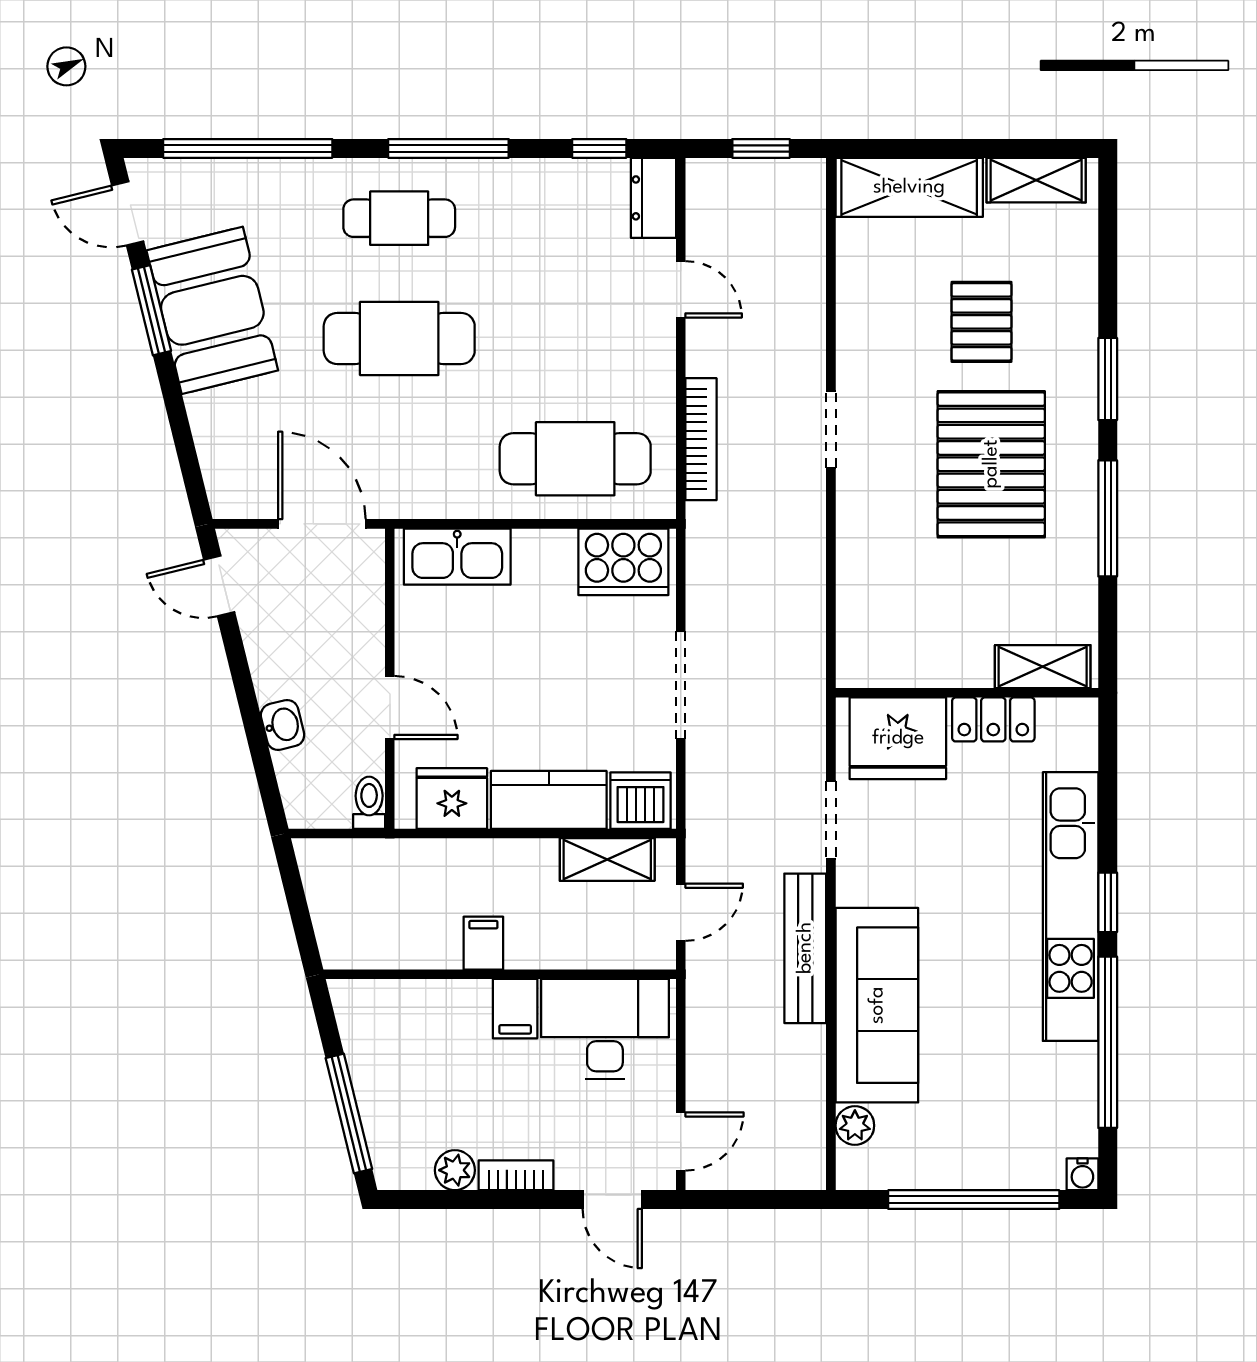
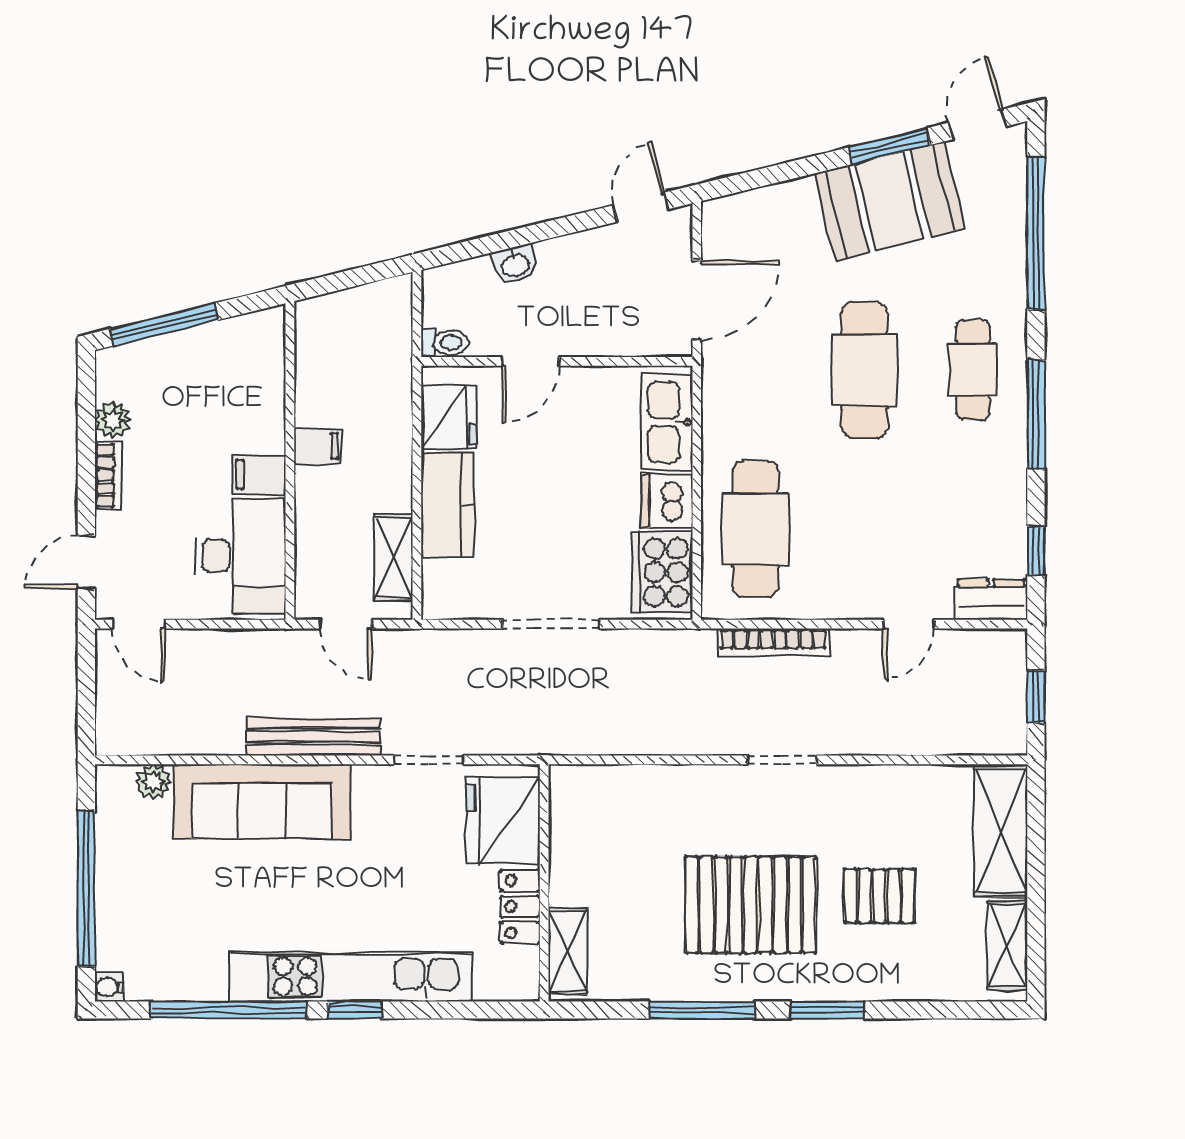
dishwasher: (641, 801) -> (667, 501), moved, turned 180

